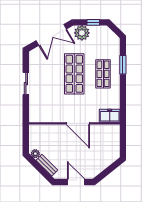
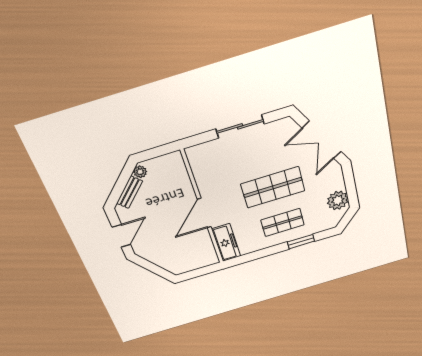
window: (93, 22) -> (351, 189), removed
plant: (82, 33) -> (338, 200), moved
sliding door: (26, 84) -> (240, 126), width x1.37
freezer: (110, 116) -> (226, 243), width x1.40

